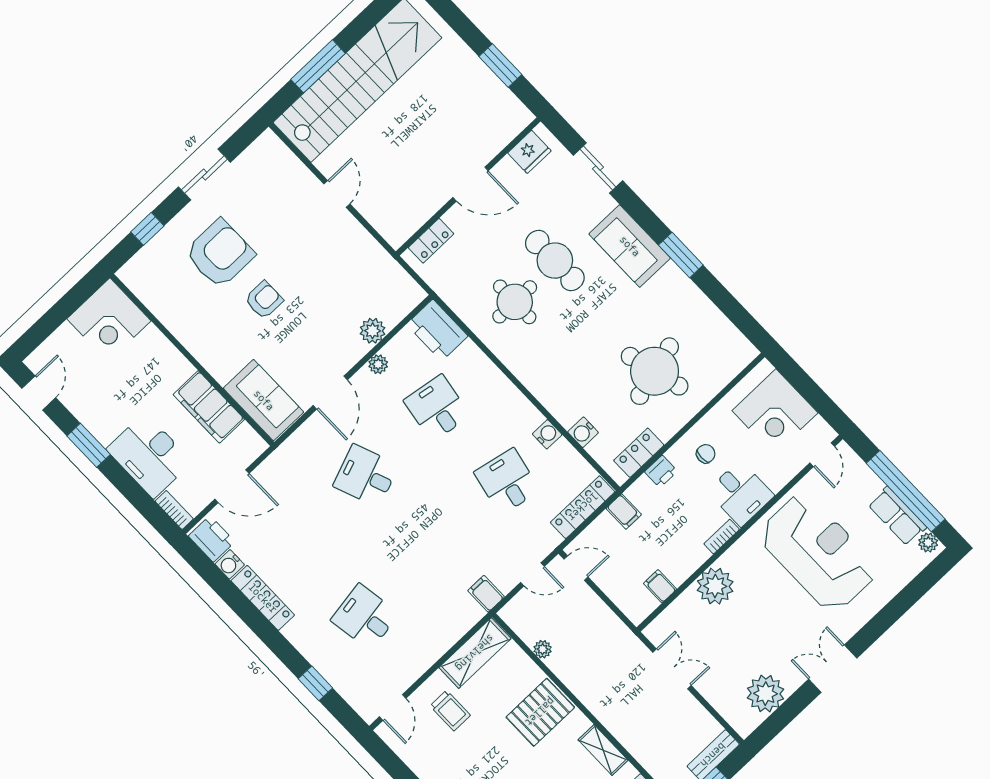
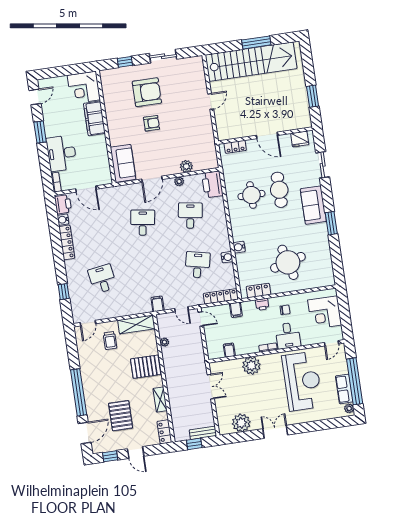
window: (318, 66) -> (256, 42), moved
filing cabinet: (209, 407) -> (94, 118), moved
water cooler: (583, 432) -> (239, 247), moved
desk: (366, 476) -> (143, 223), turned 30

